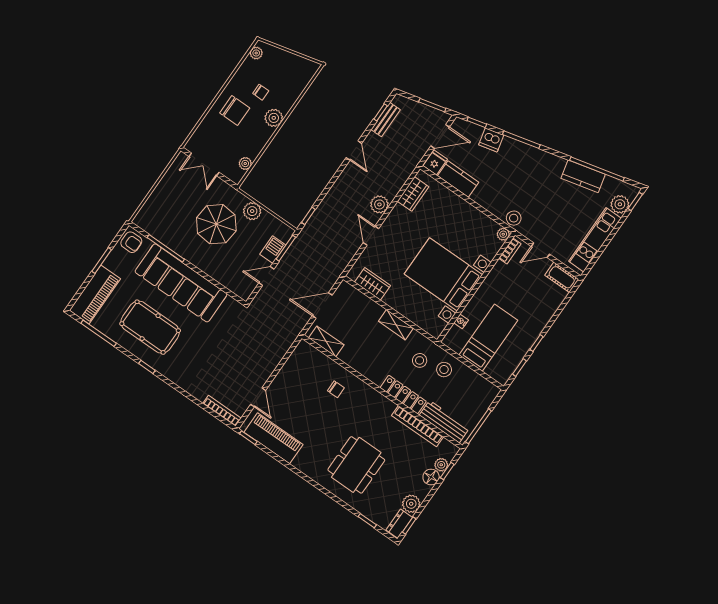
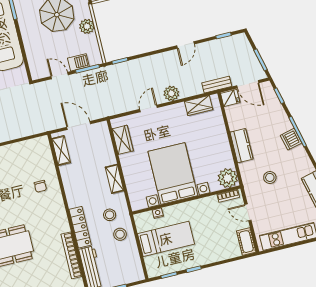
bench: (386, 120) -> (217, 85), moved
dishwasher: (491, 140) -> (291, 139), moved
kitchen counter: (458, 179) -> (242, 146), moved
stool: (514, 218) -> (270, 177), moved
plant: (503, 234) -> (228, 178), width x1.88, depth x1.88

